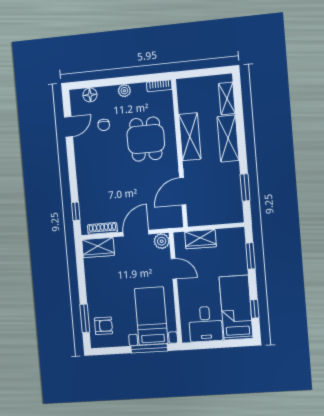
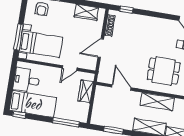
door: (136, 233) -> (101, 48), swing flipped
plant: (162, 241) -> (91, 64), removed
wardrobe: (98, 248) -> (86, 12), moved, turned -90
window: (250, 256) -> (66, 122), width x1.44
window: (255, 309) -> (19, 115), moved

